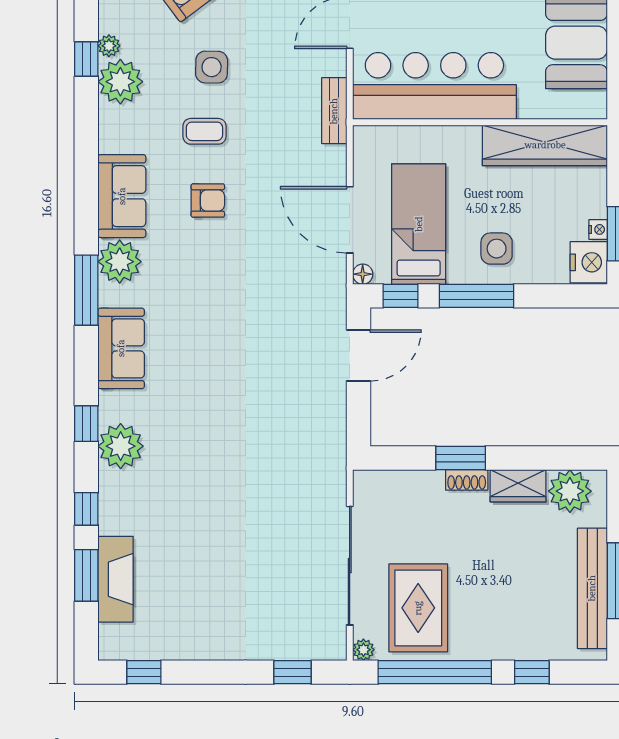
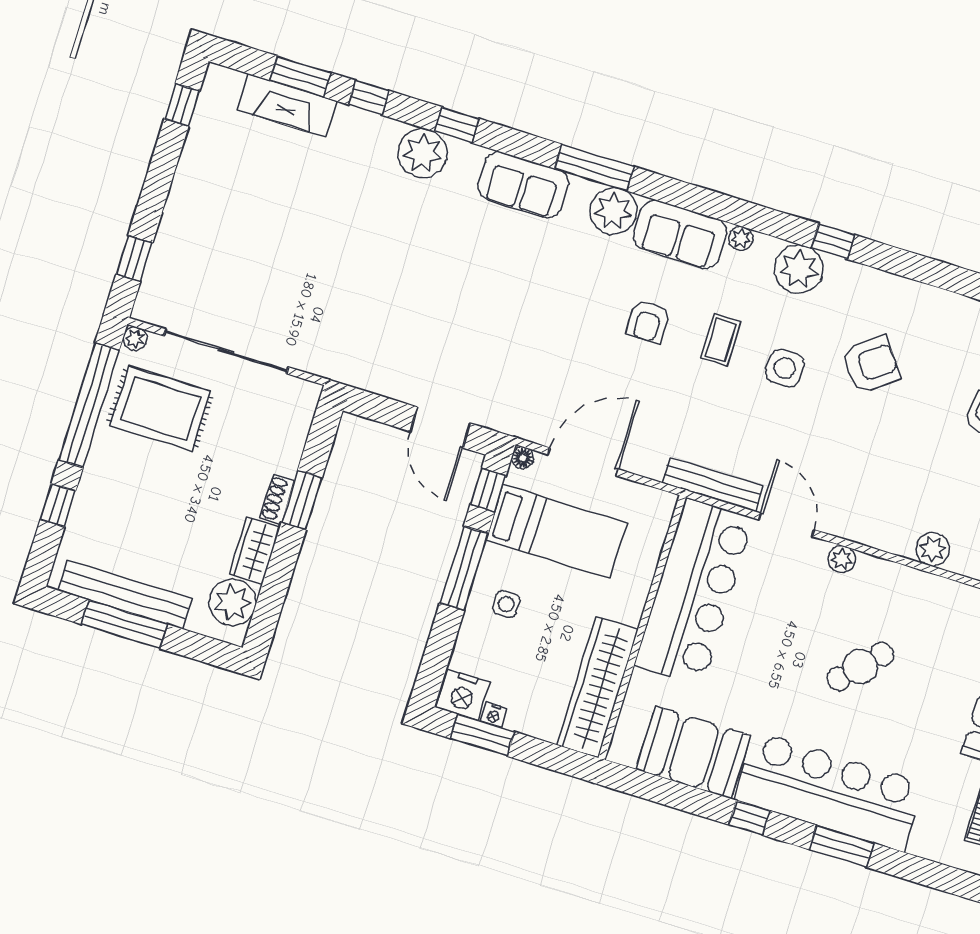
plant: (109, 46) -> (741, 238), moved
bench: (334, 111) -> (713, 485), width x1.36
side table: (497, 249) -> (506, 604), width x0.73, depth x0.73

